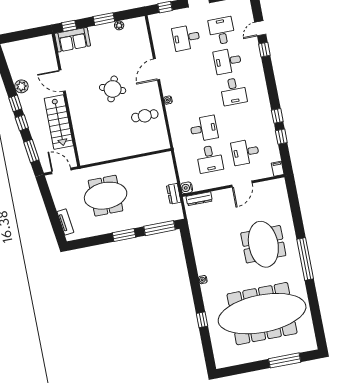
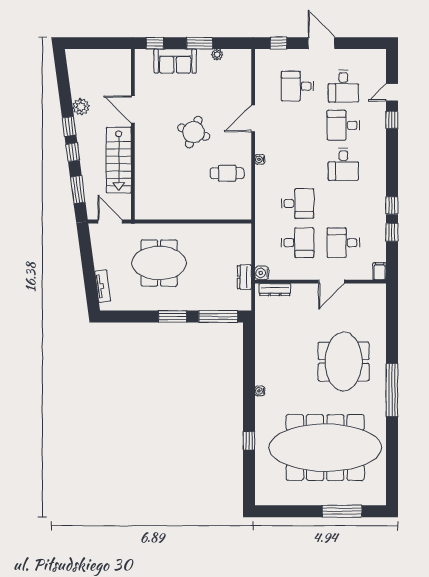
desk: (222, 31) -> (343, 86), turned 180
sofa: (72, 40) -> (175, 61), moved
desk: (210, 159) -> (298, 243), turned -90

